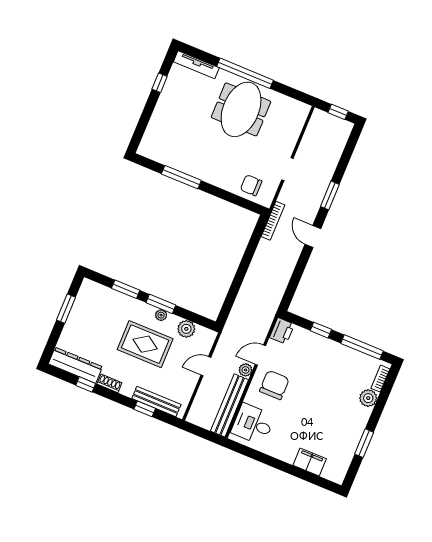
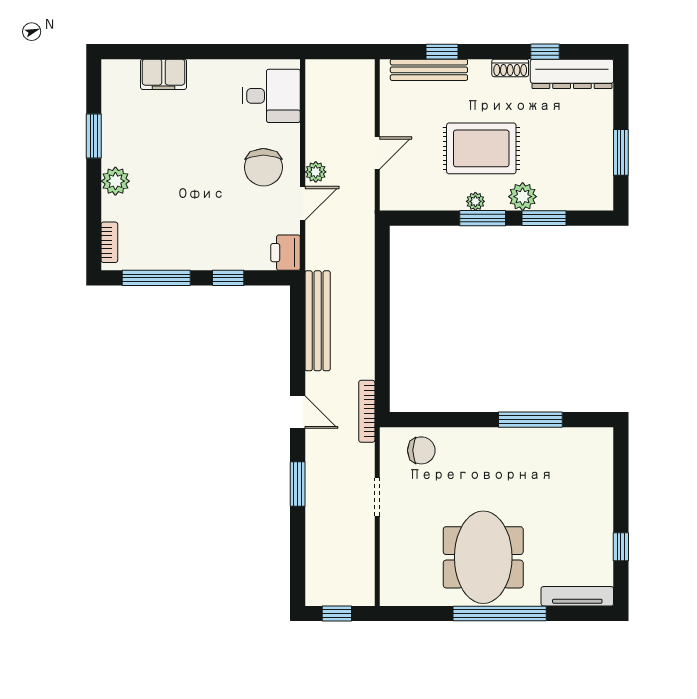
plant: (186, 329) -> (523, 197), moved
plant: (368, 398) -> (115, 181), moved
bench: (230, 405) -> (318, 321), moved

